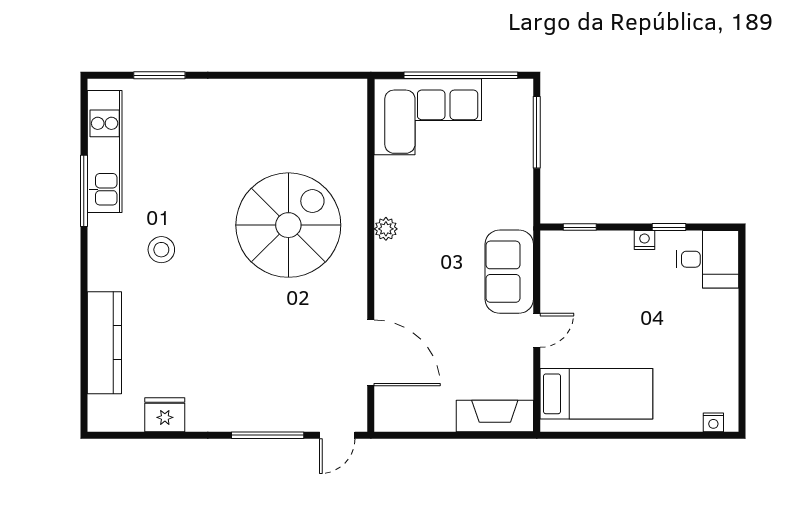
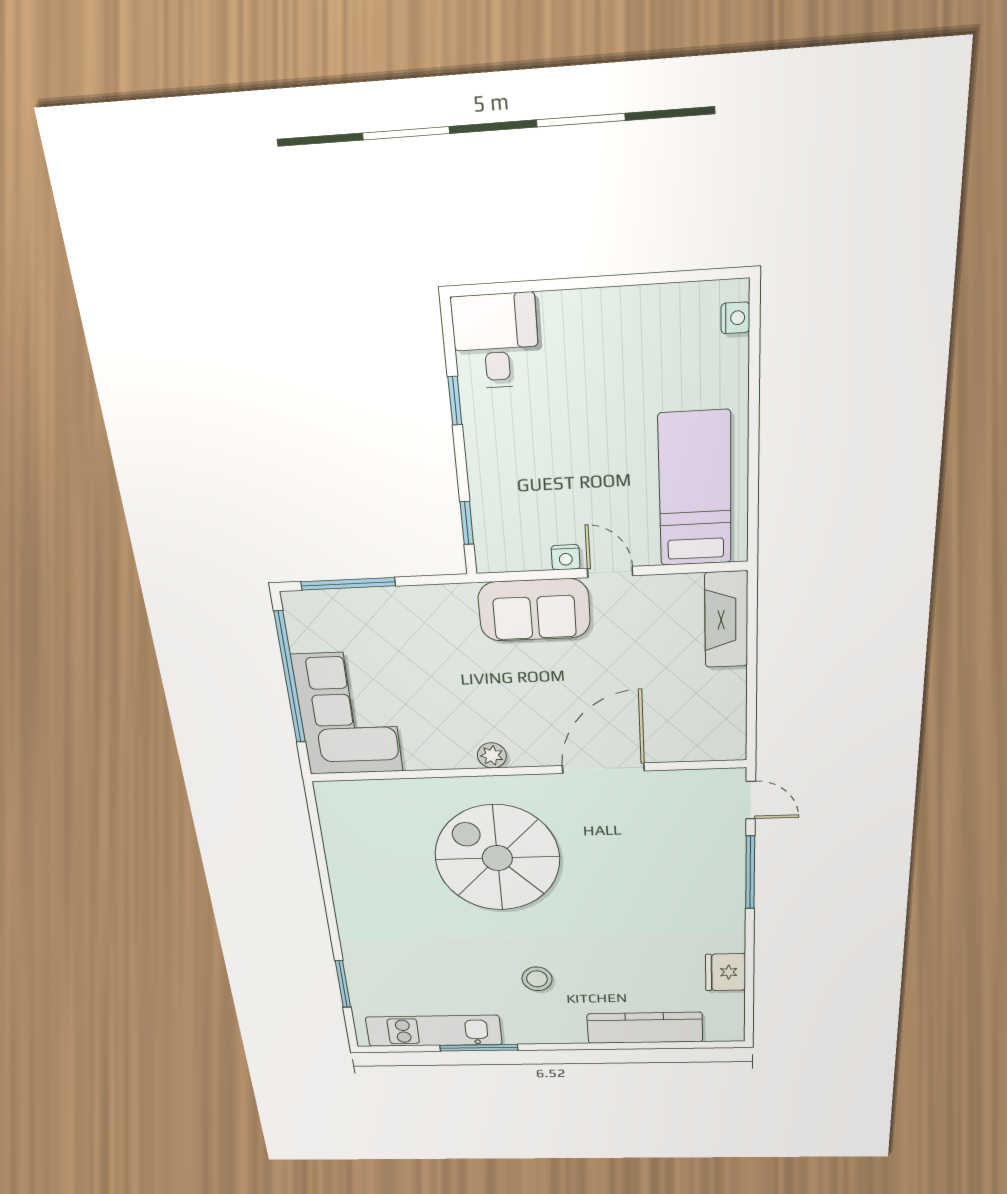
nightstand: (644, 240) -> (566, 557), moved, turned -90
door: (371, 353) -> (603, 768), moved

